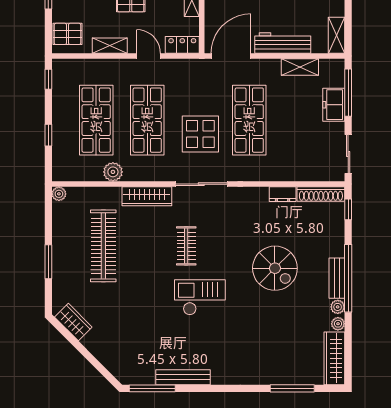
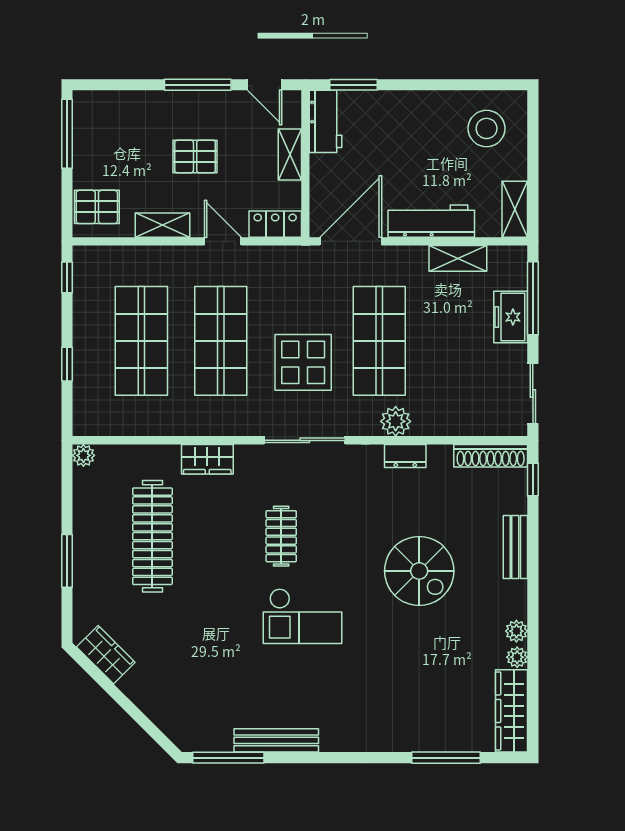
plant: (113, 172) -> (396, 421), moved
dresser: (283, 194) -> (405, 456), moved
wardrobe: (147, 196) -> (207, 459), width x0.67
bench: (337, 278) -> (515, 547), moved
window: (348, 278) -> (533, 587), removed
checkout: (200, 297) -> (302, 616), turned 180

